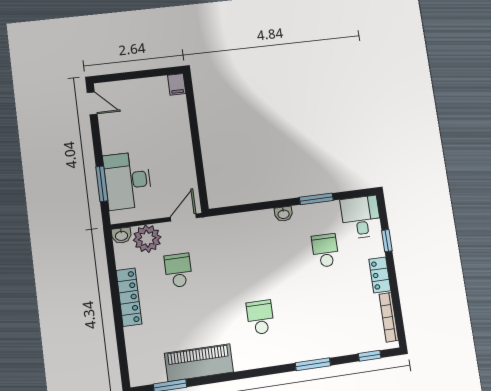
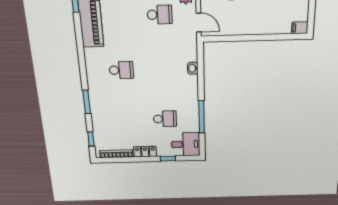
window: (316, 199) -> (202, 117), width x1.44
washbasin: (284, 214) -> (193, 68), moved

